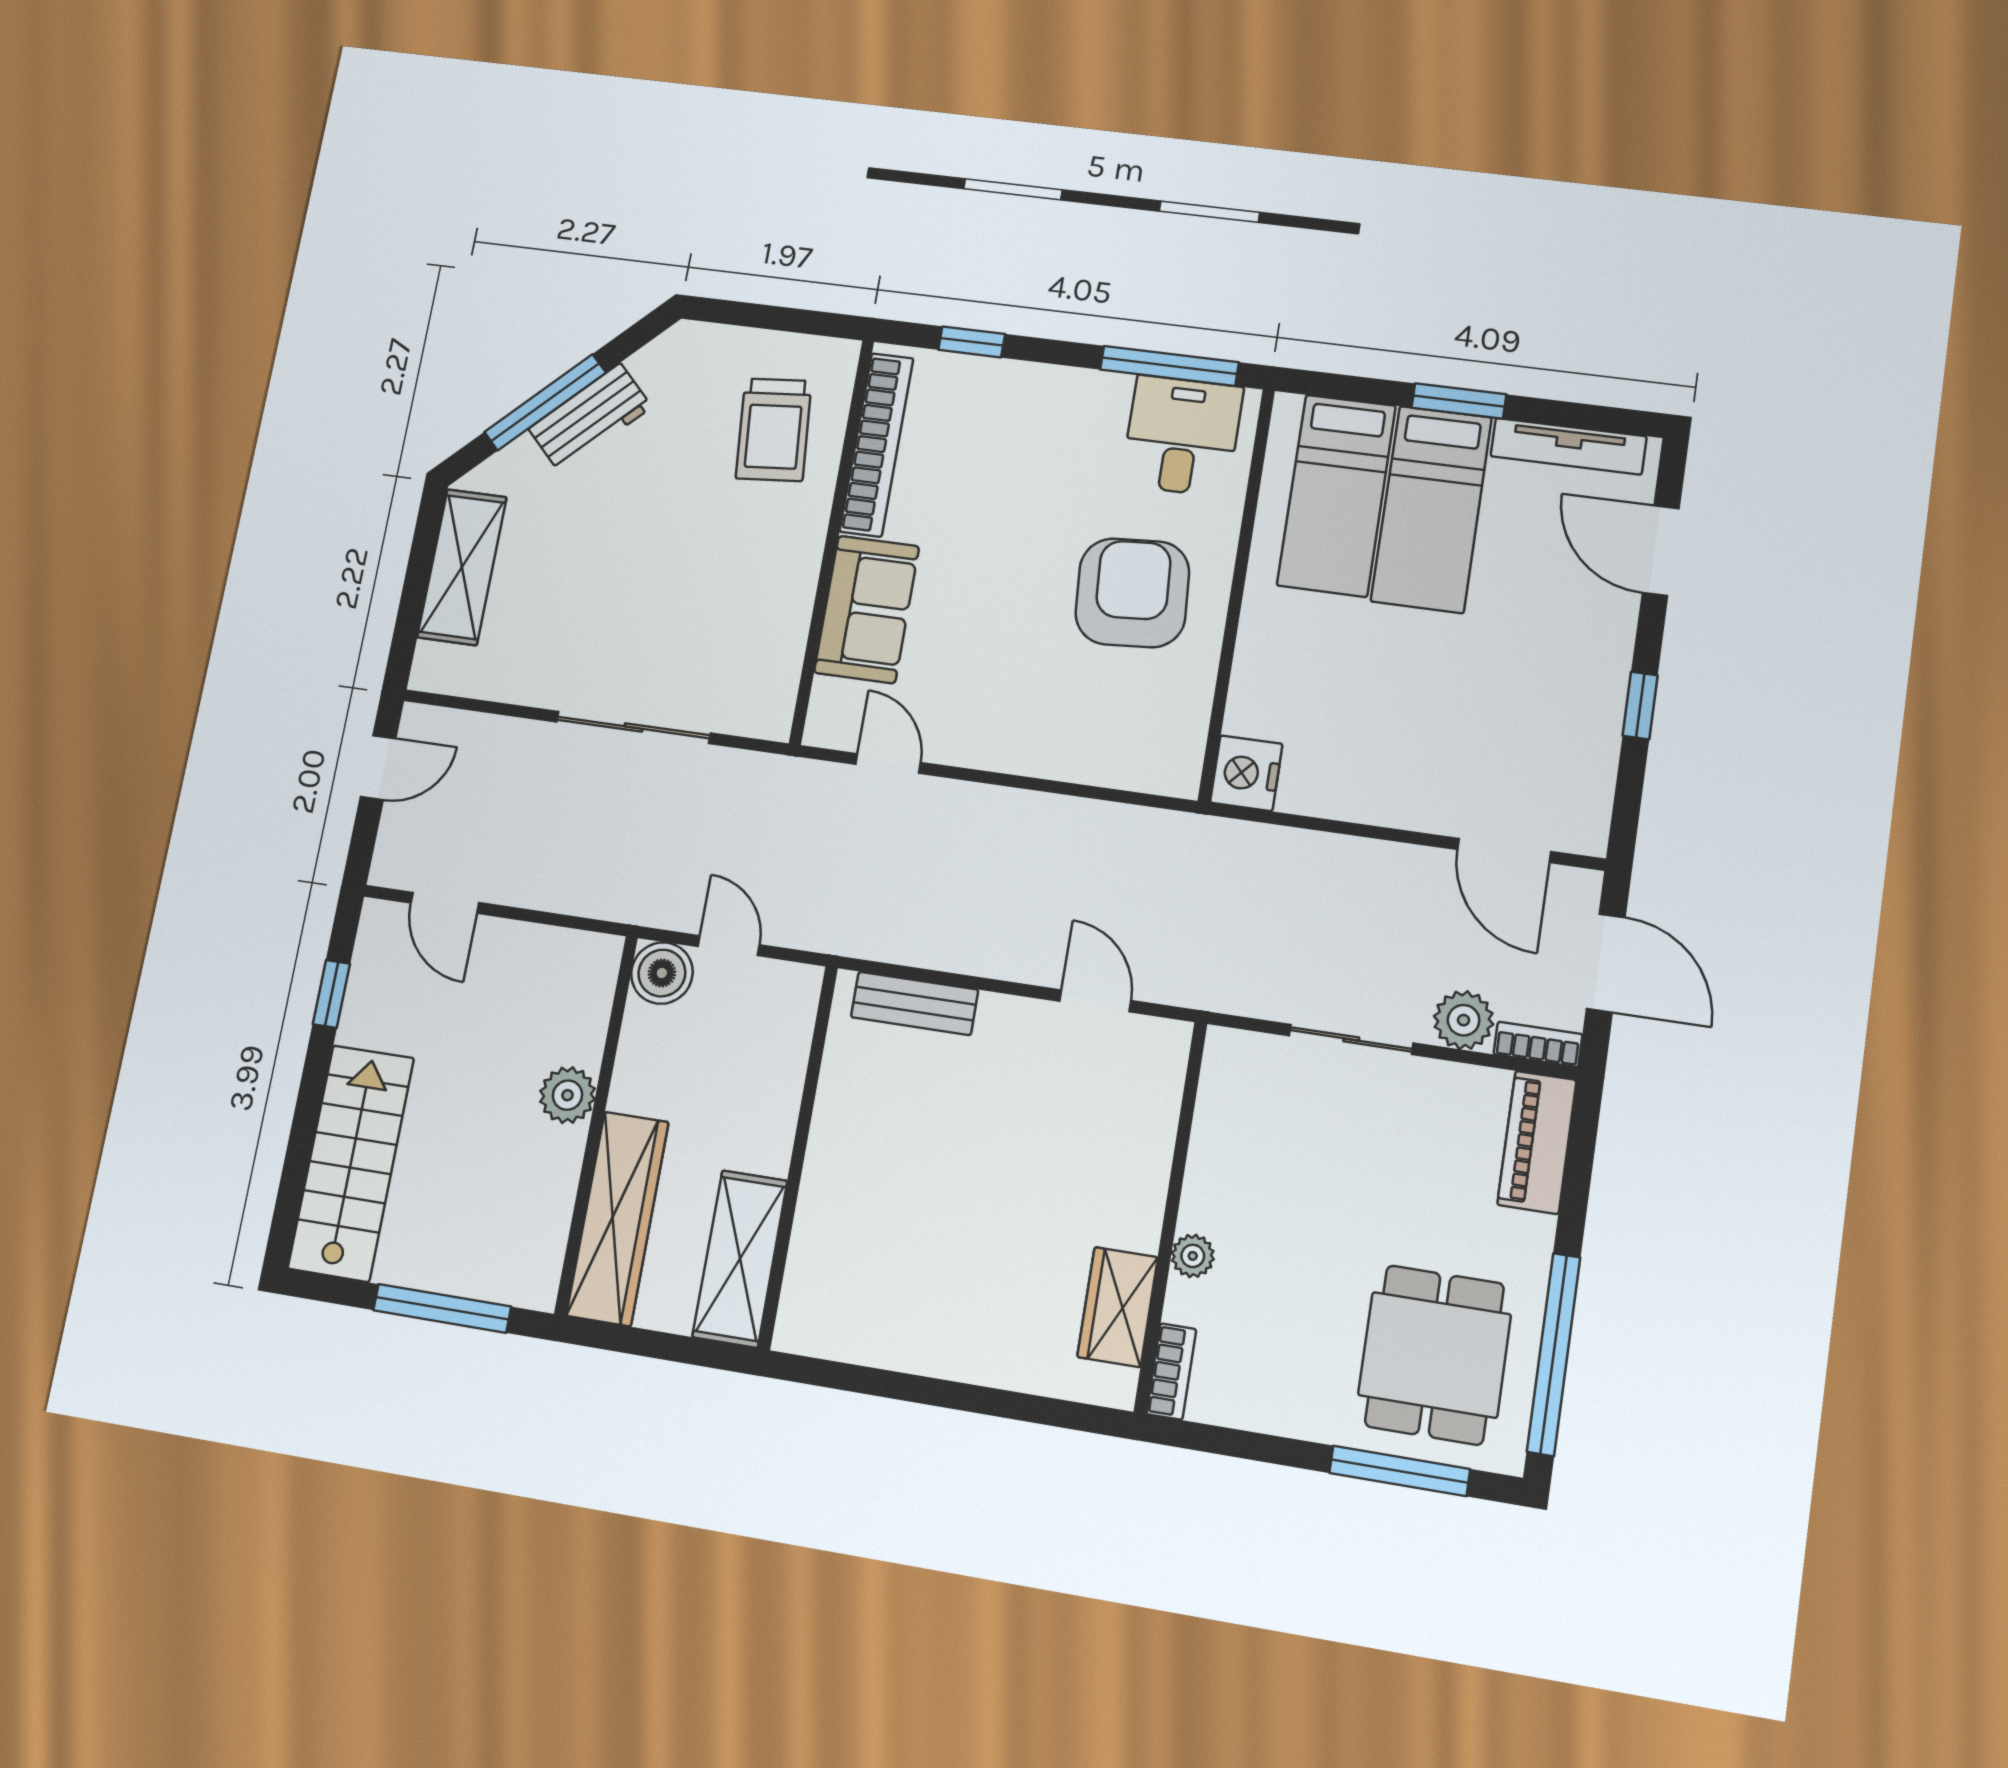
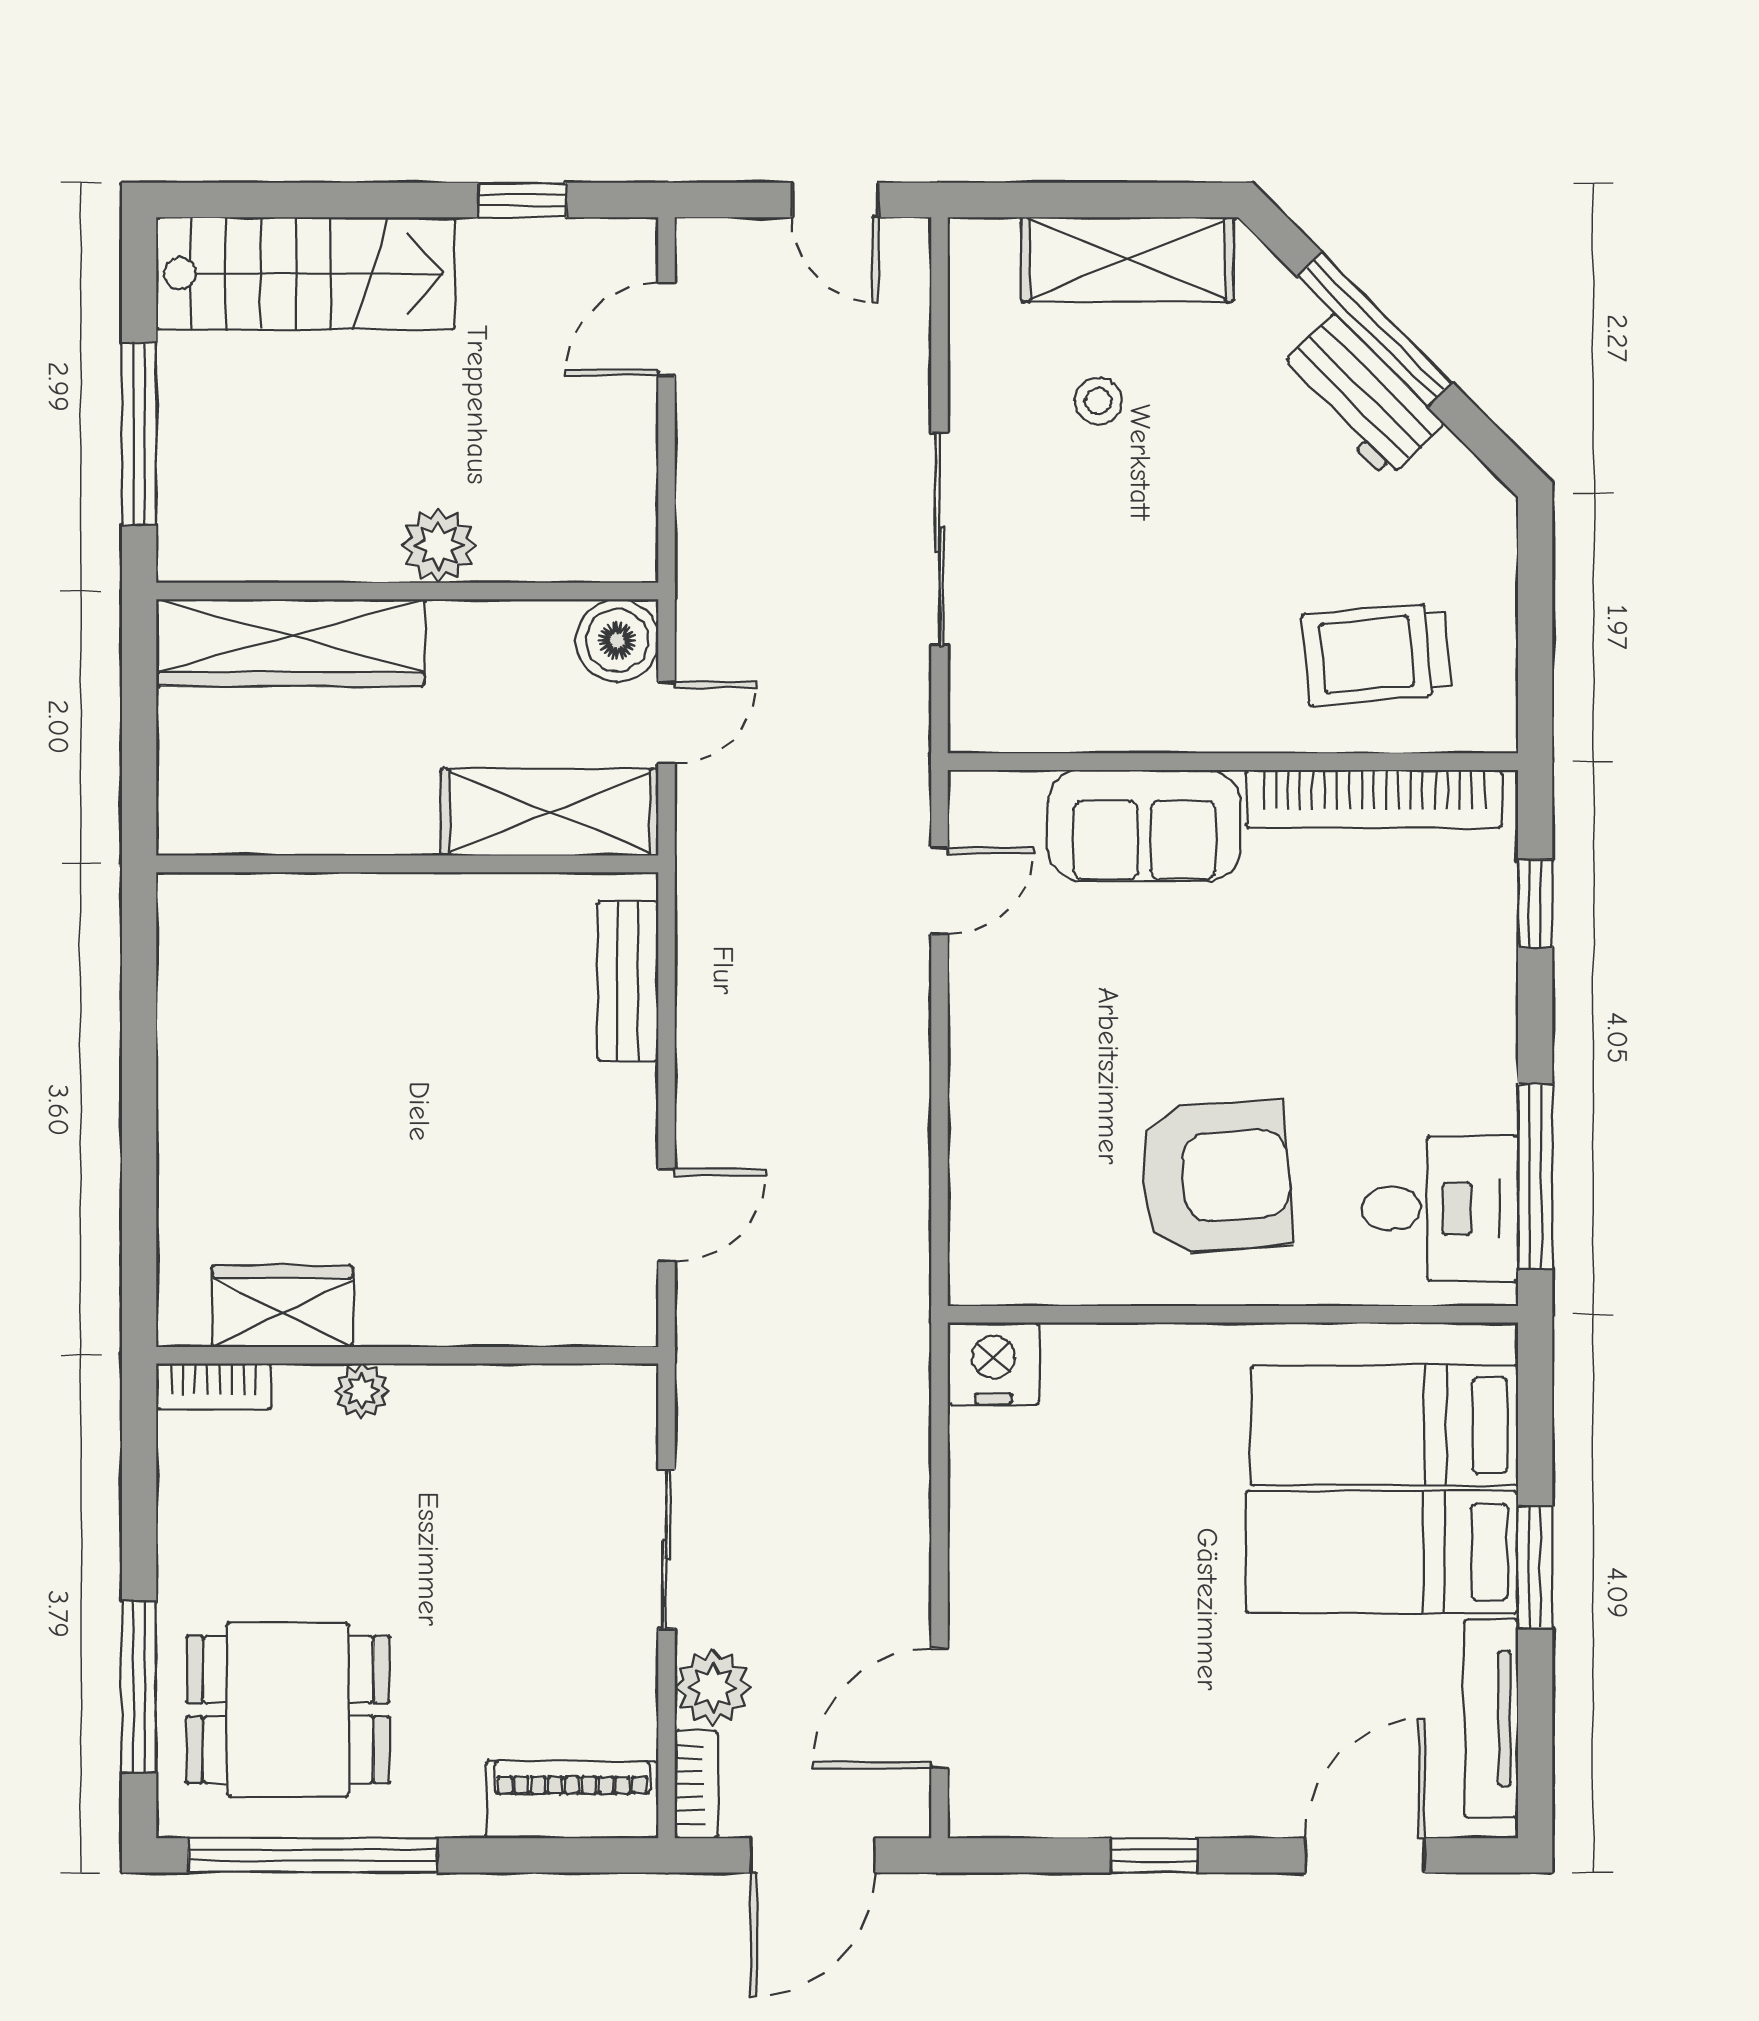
stool: (557, 601) -> (1098, 401), added
shelving: (740, 1259) -> (550, 812), moved

